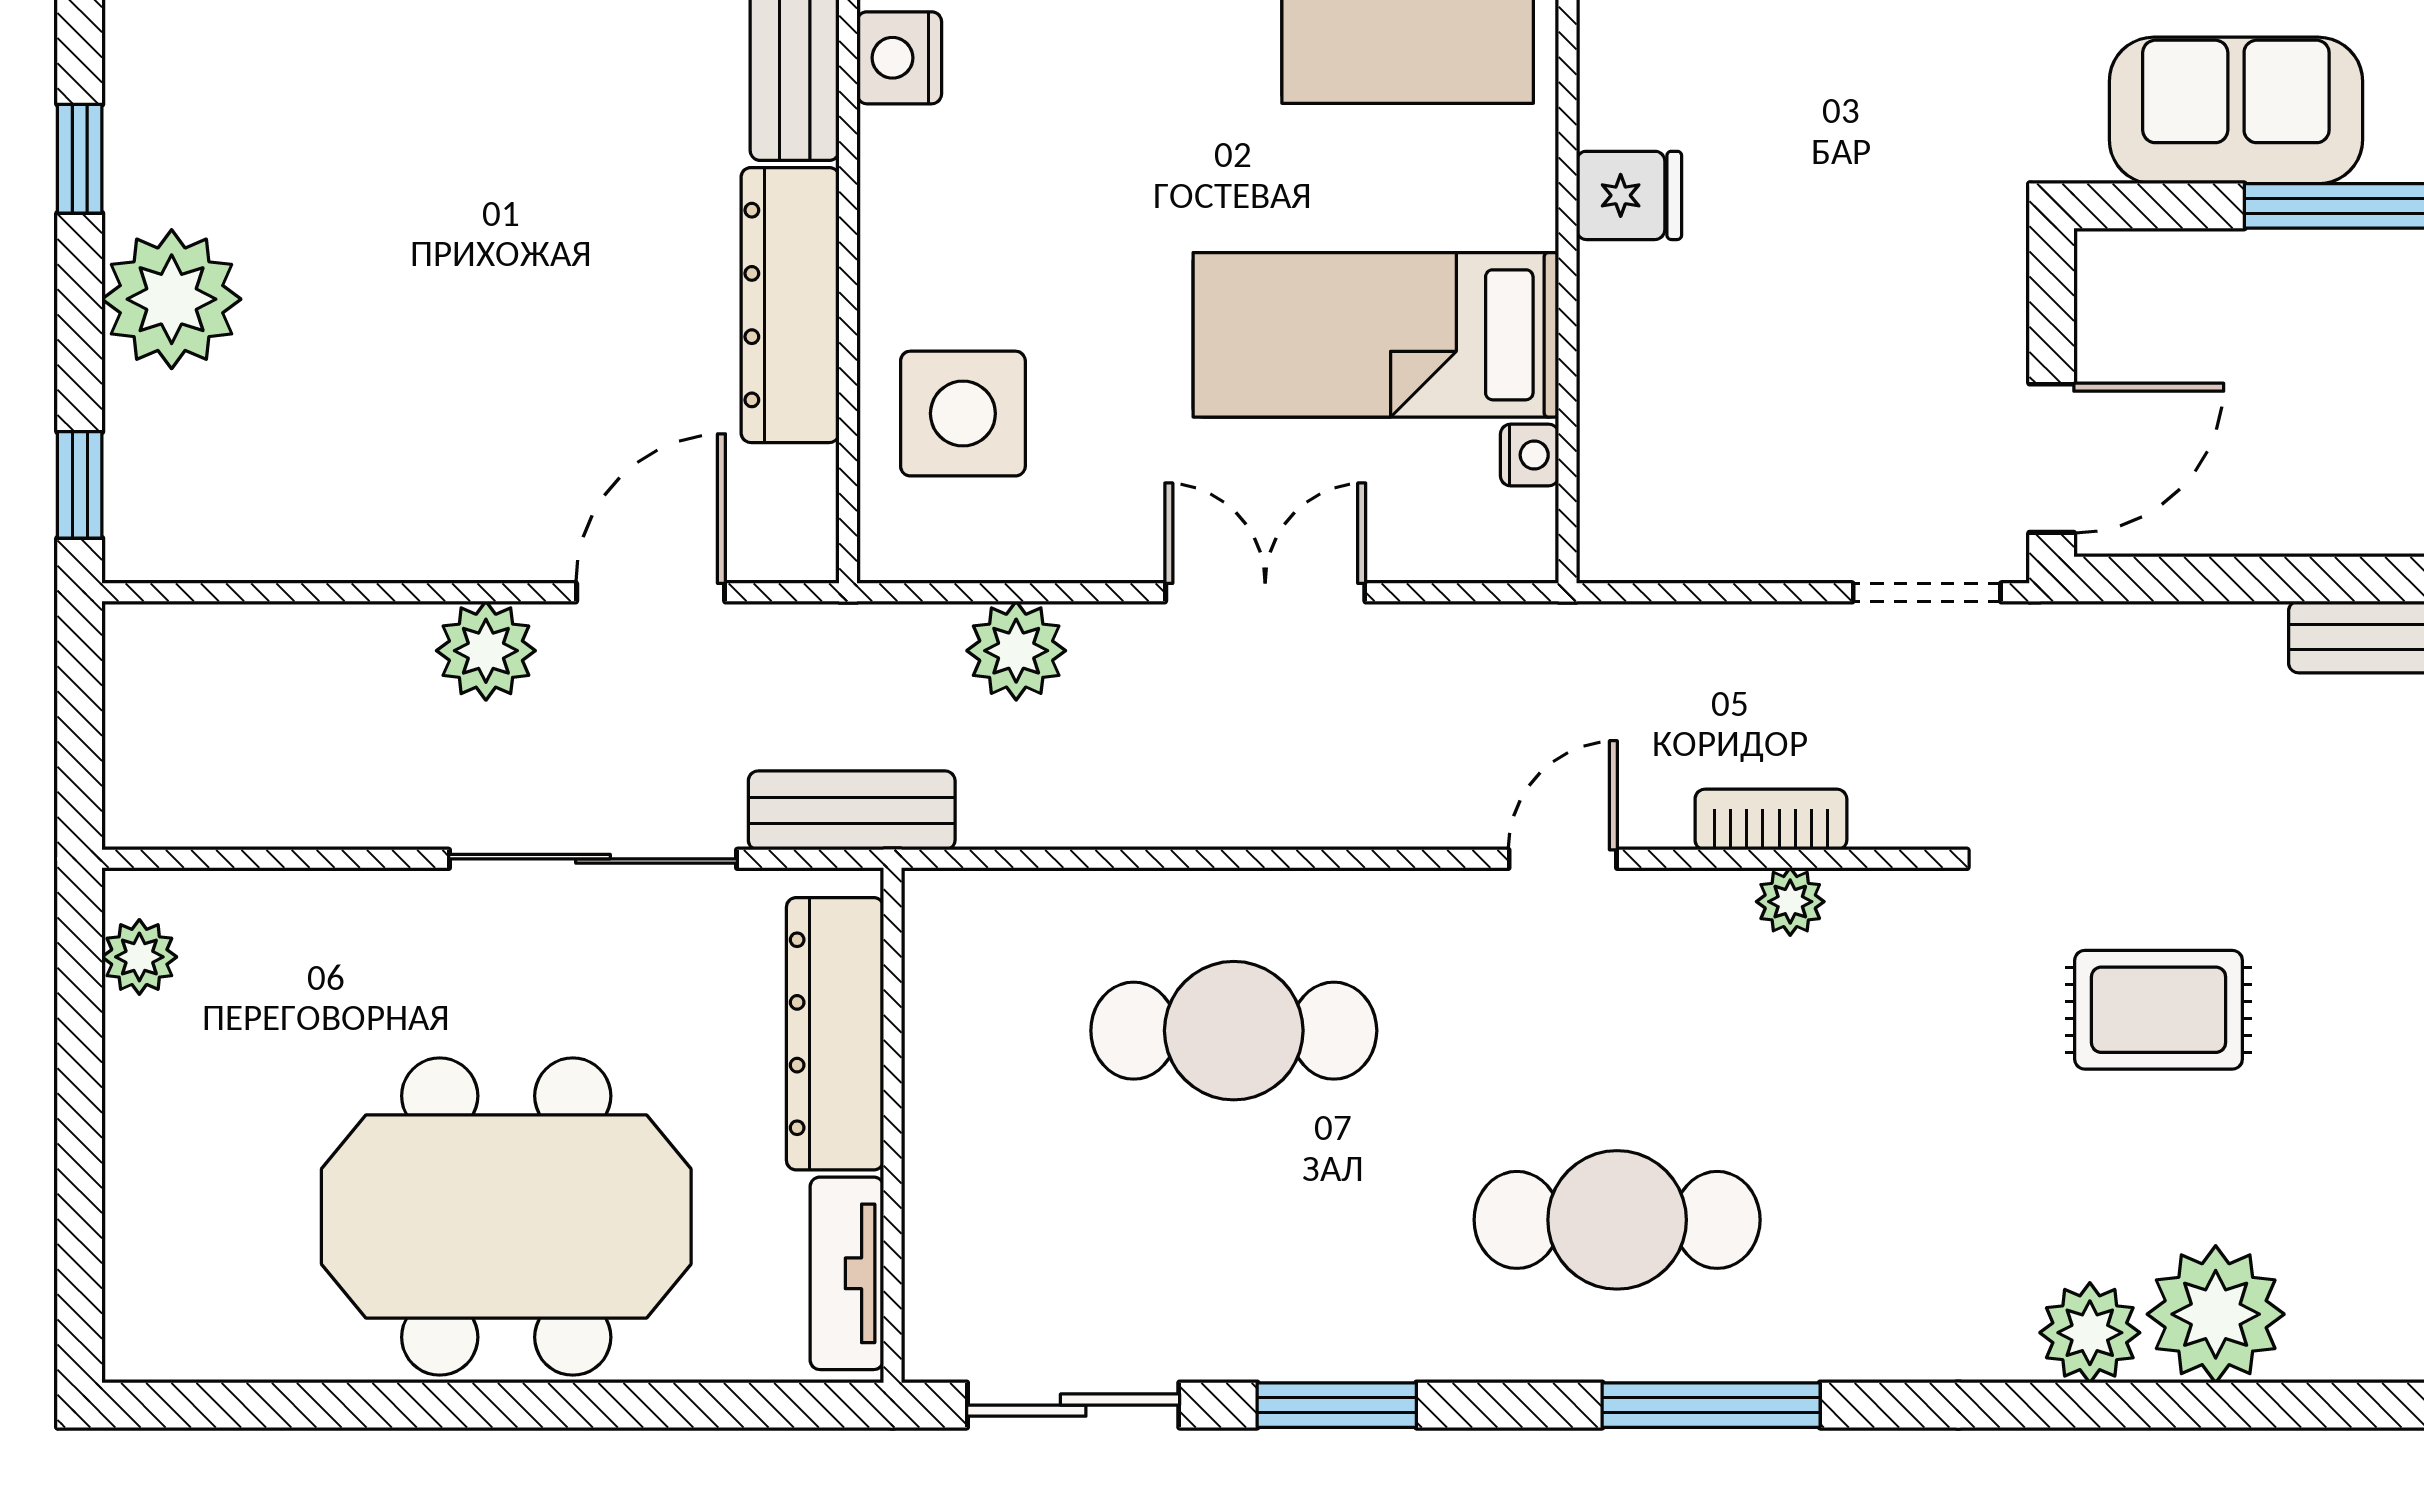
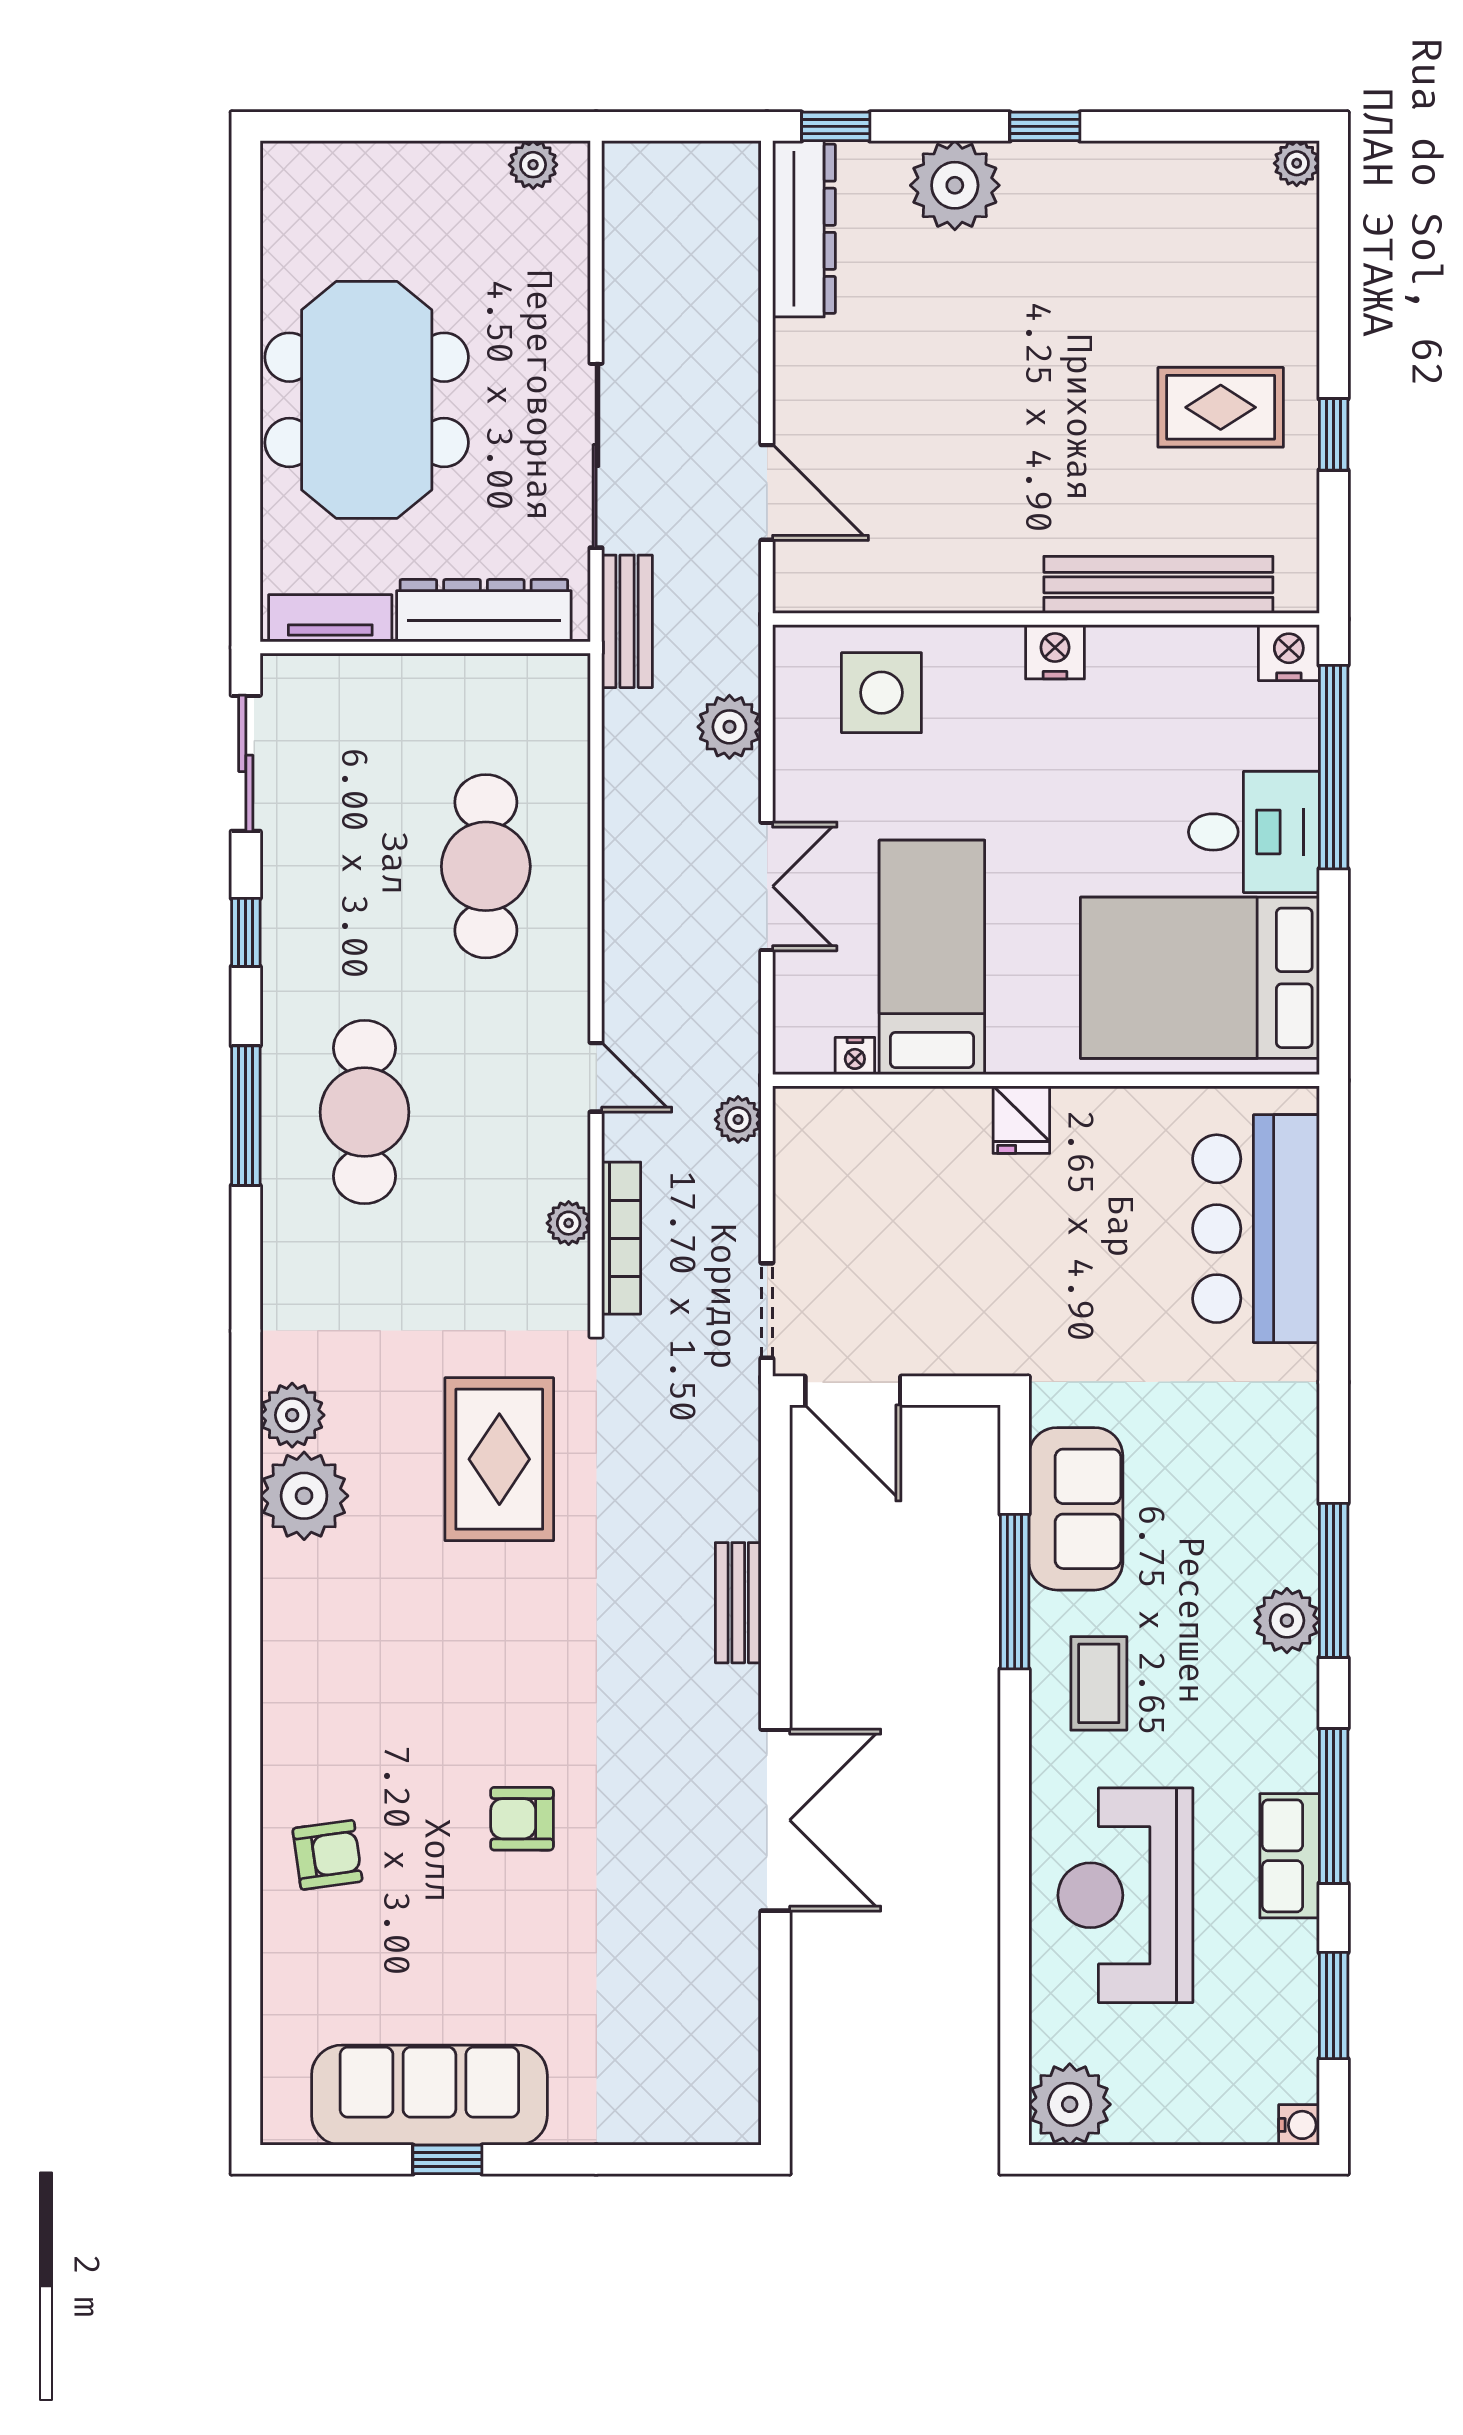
nightstand: (899, 58) -> (1055, 652), moved
dresser: (790, 305) -> (804, 229), moved, turned 90
plant: (486, 651) -> (738, 1119), moved, width x0.73, depth x0.73
bookcase: (1771, 820) -> (621, 1238), width x1.56
rug: (2159, 1010) -> (499, 1459), width x1.36, depth x1.43
window: (1337, 1405) -> (246, 932), width x0.67
window: (1711, 1405) -> (246, 1116), moved

